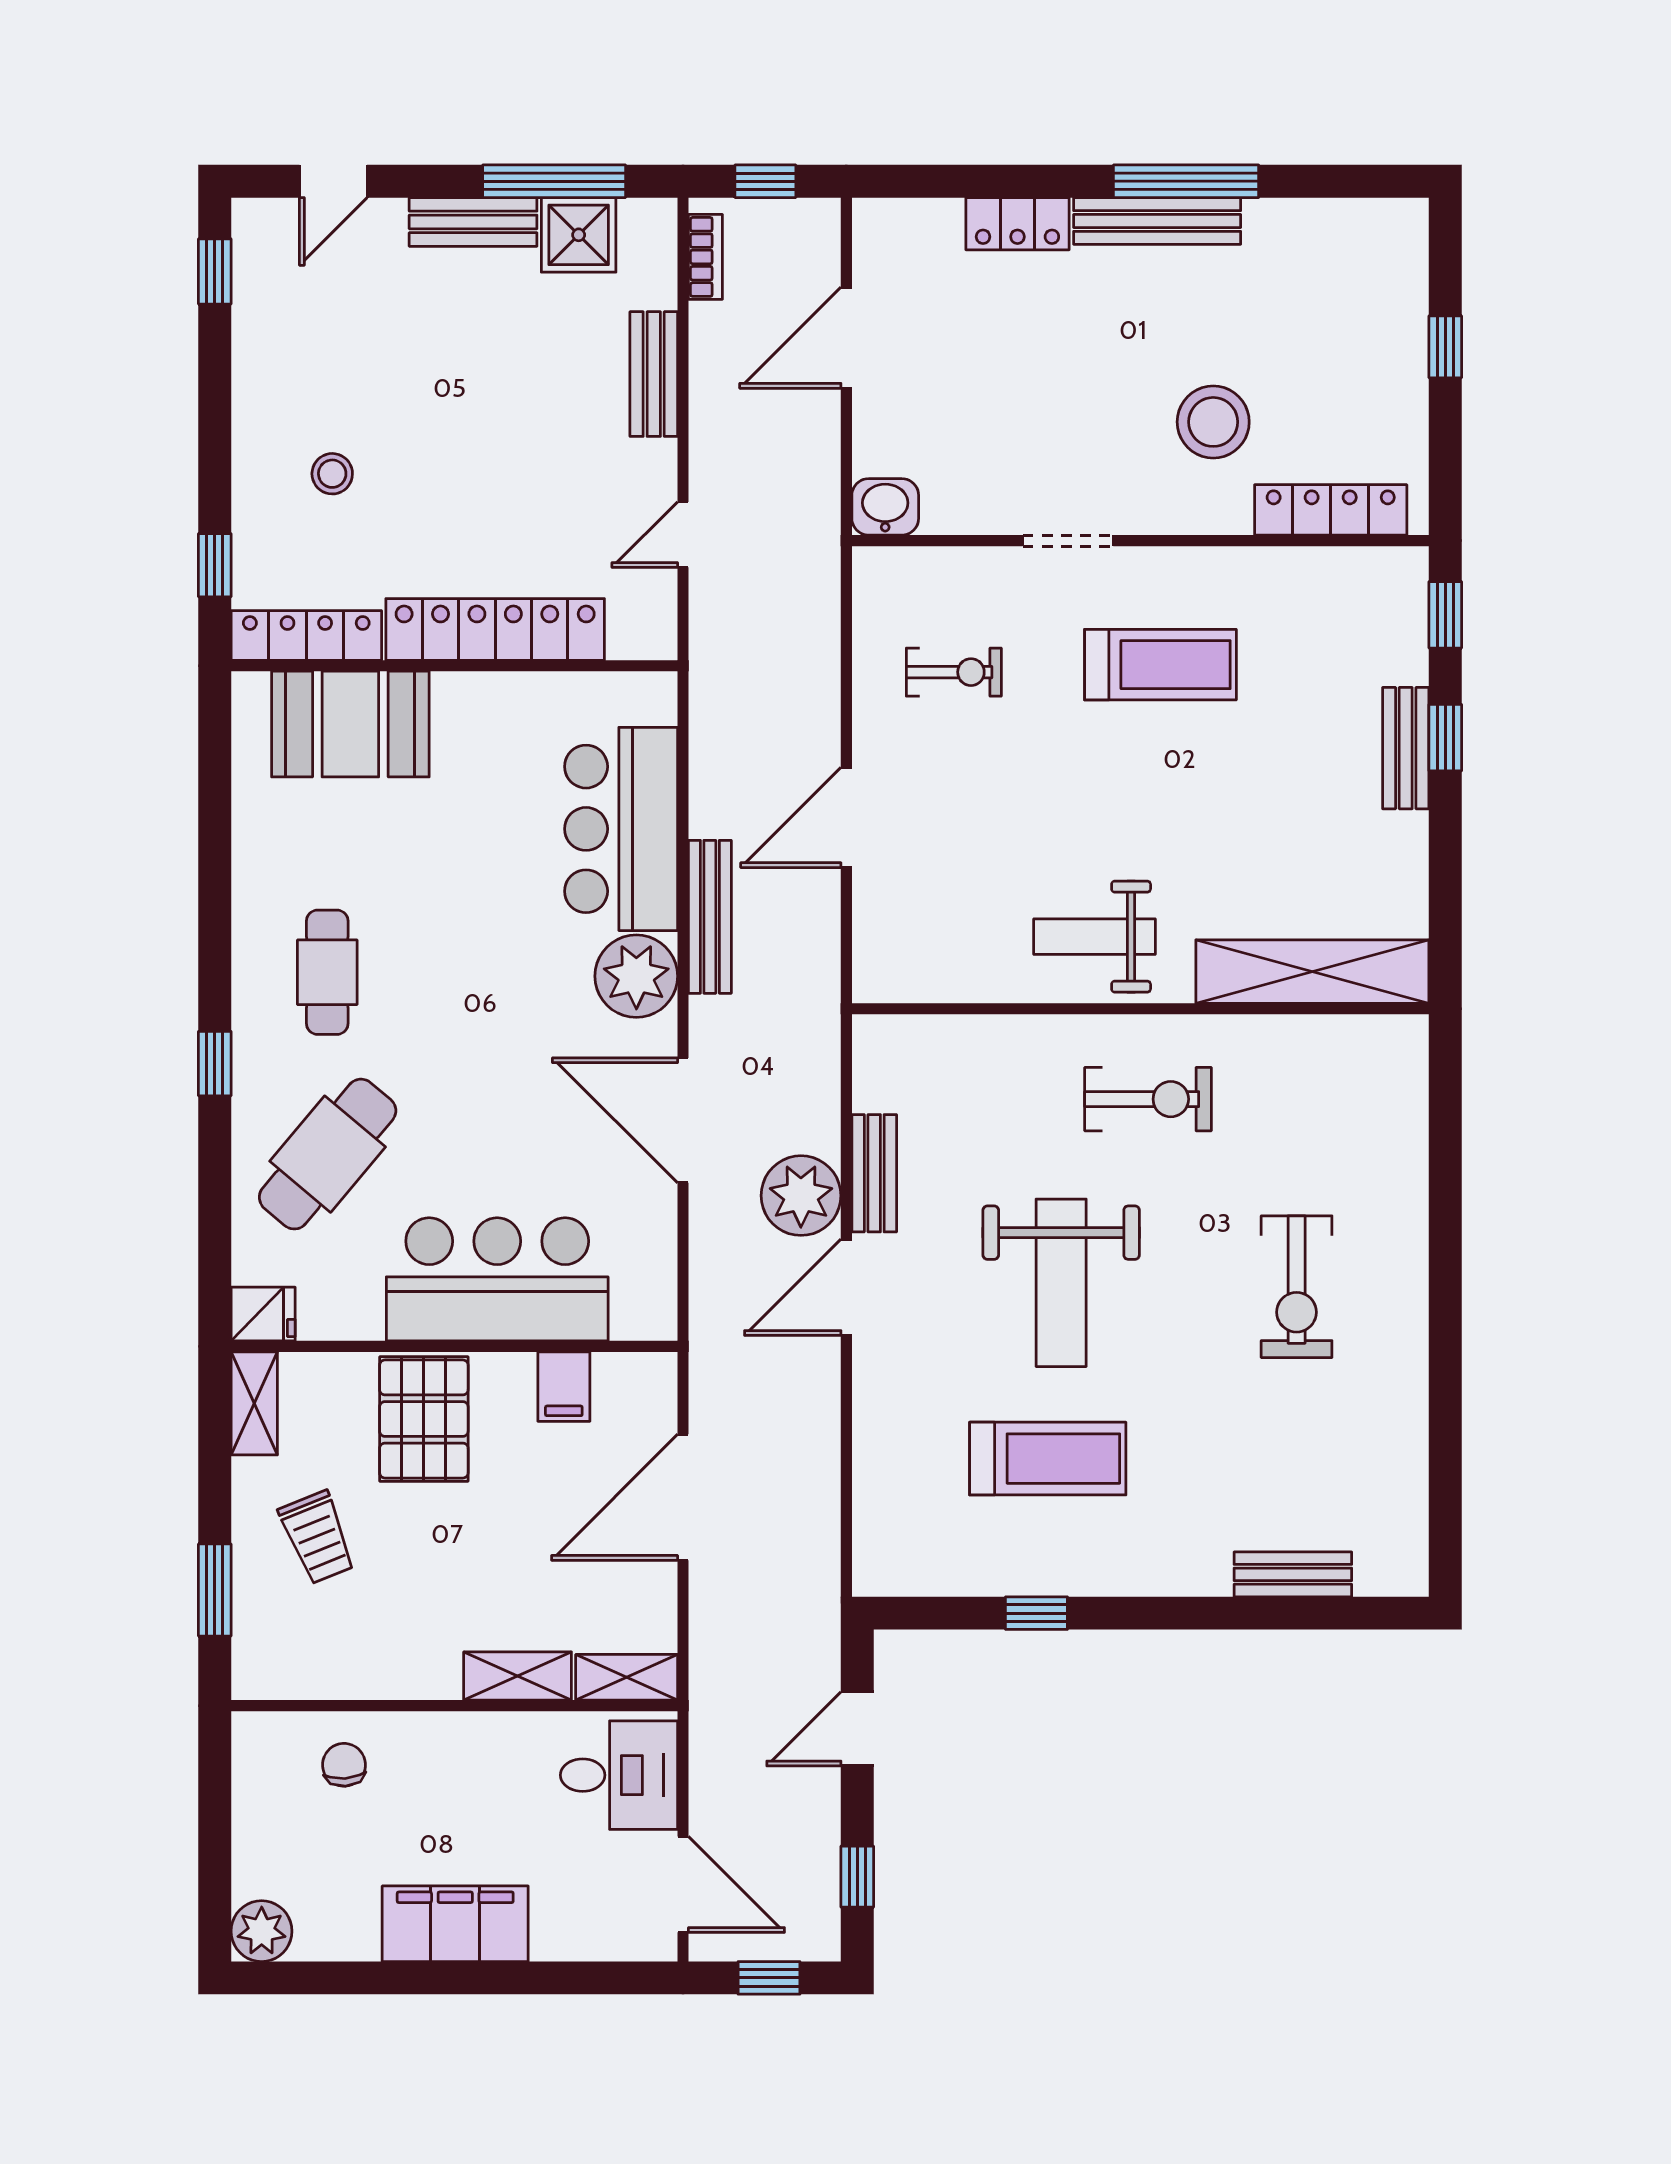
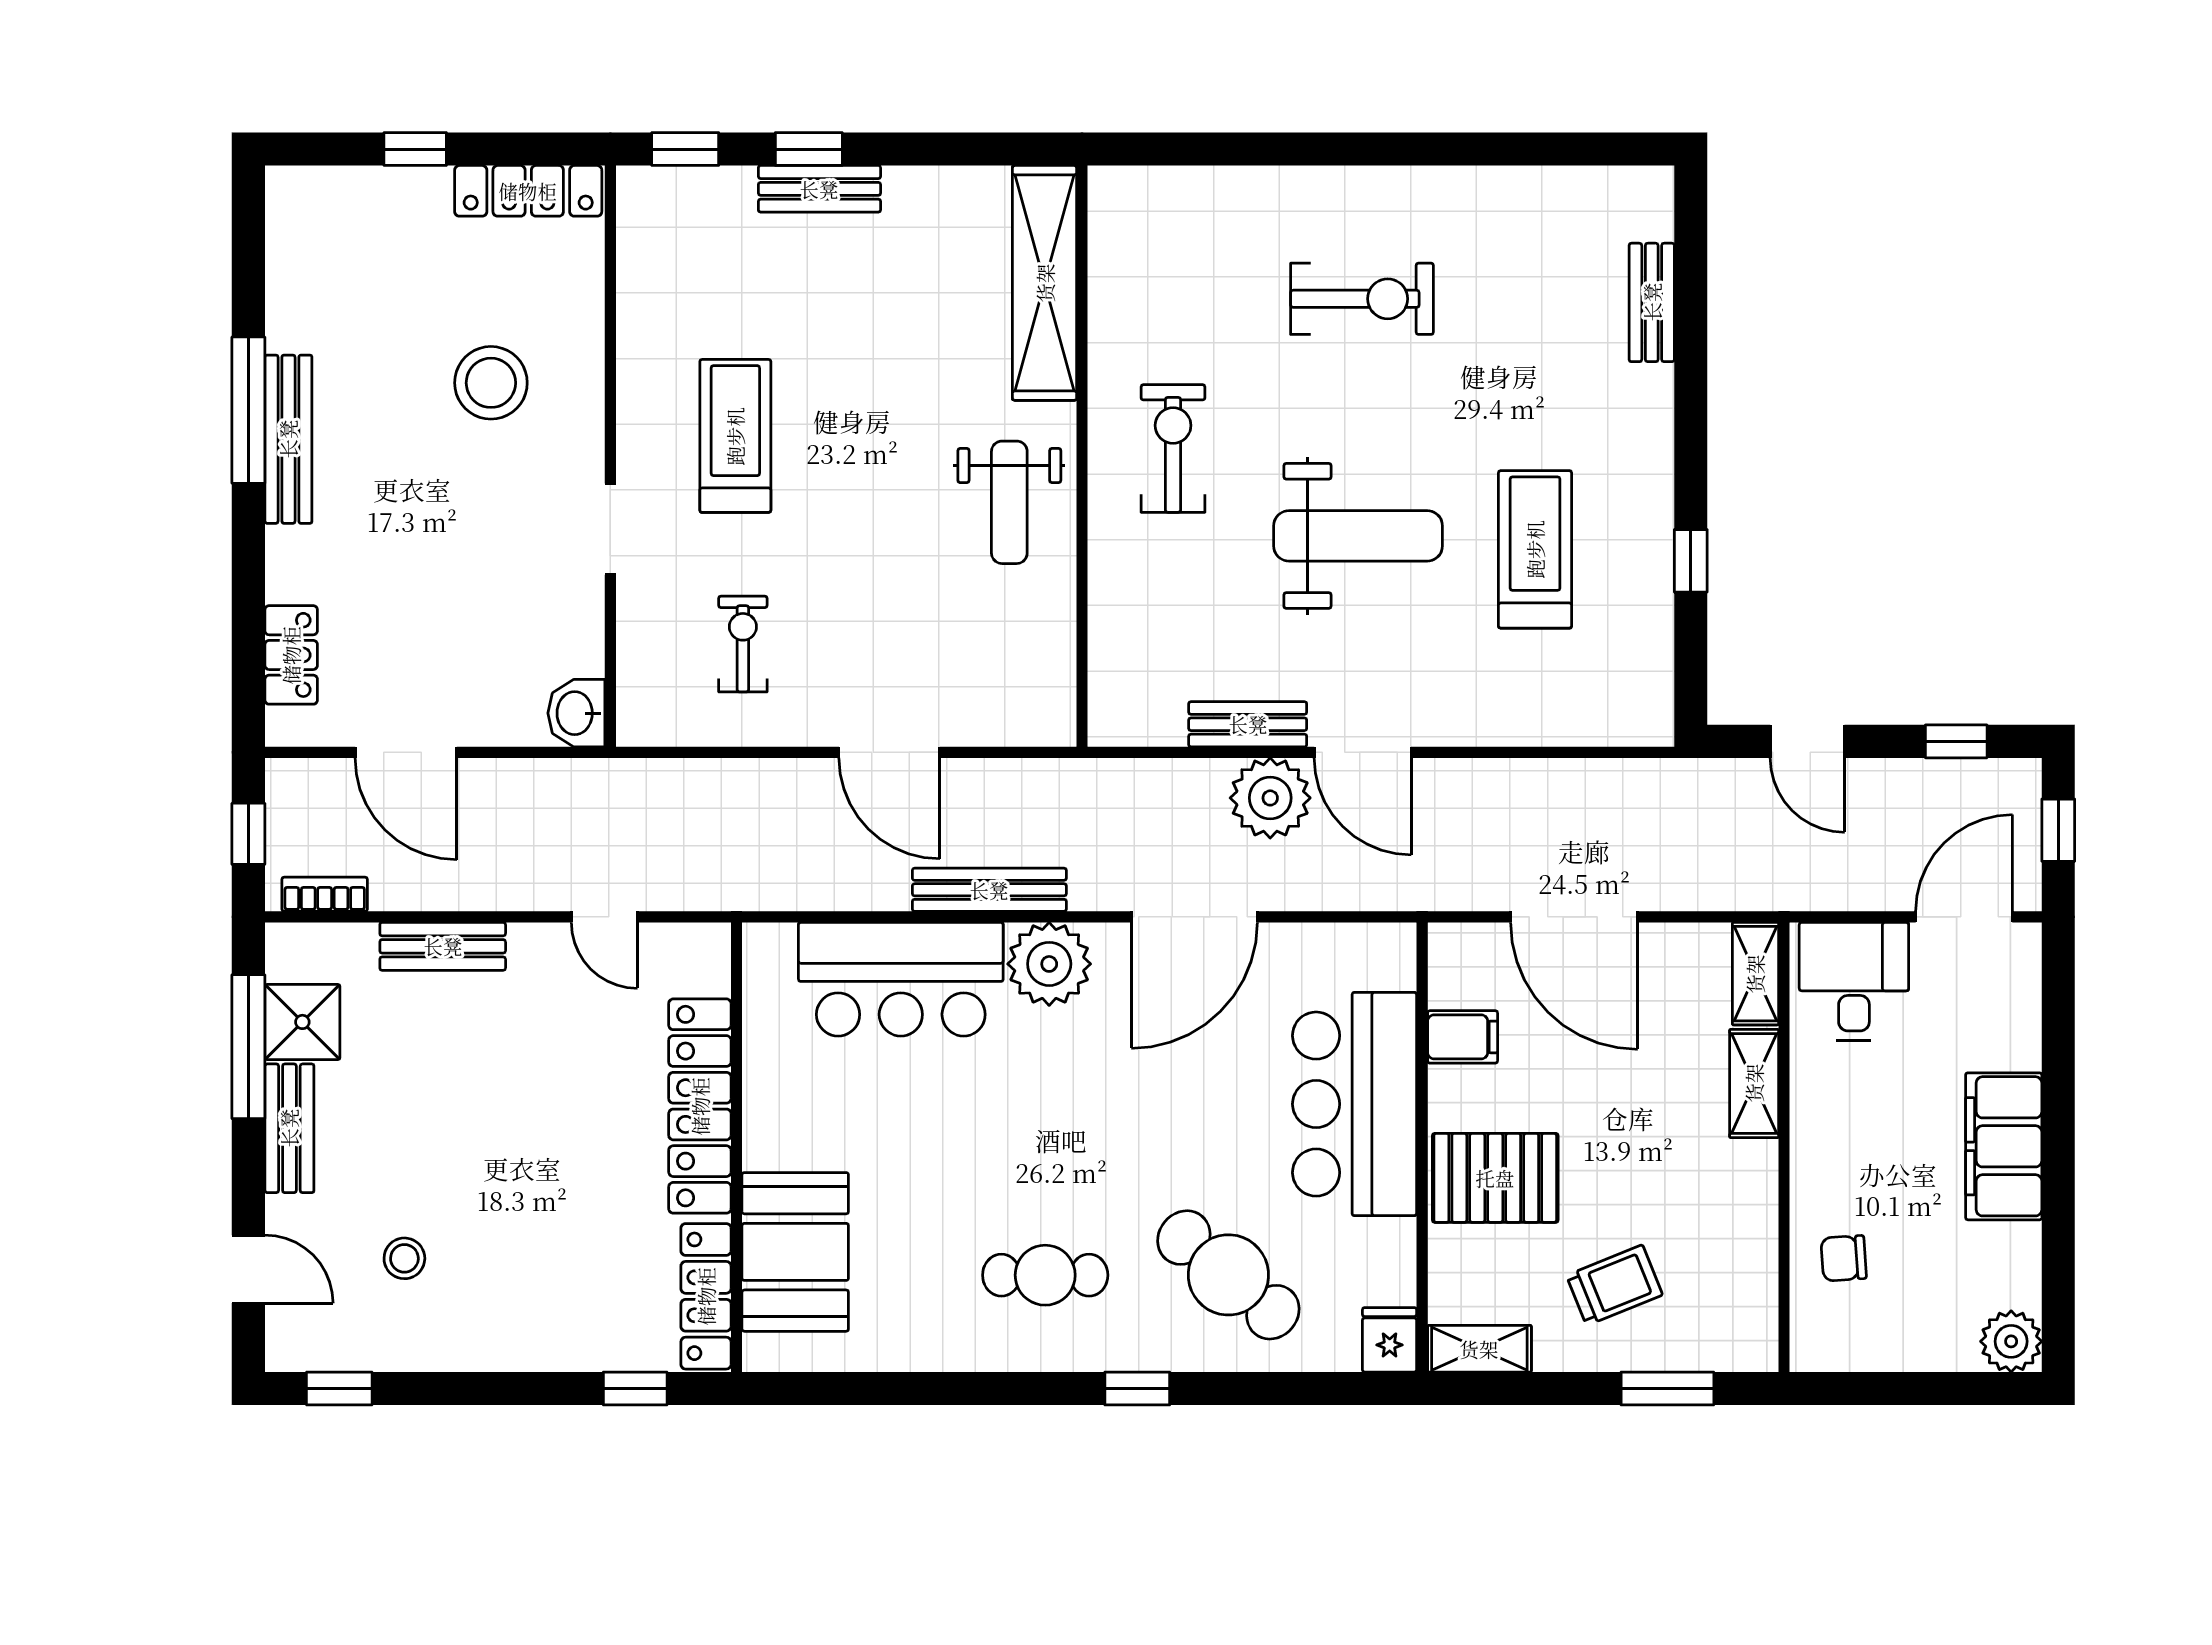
locker: (1017, 224) -> (291, 655), moved
stool: (332, 474) -> (404, 1258), moved
locker: (1331, 510) -> (528, 191), moved, turned -90

